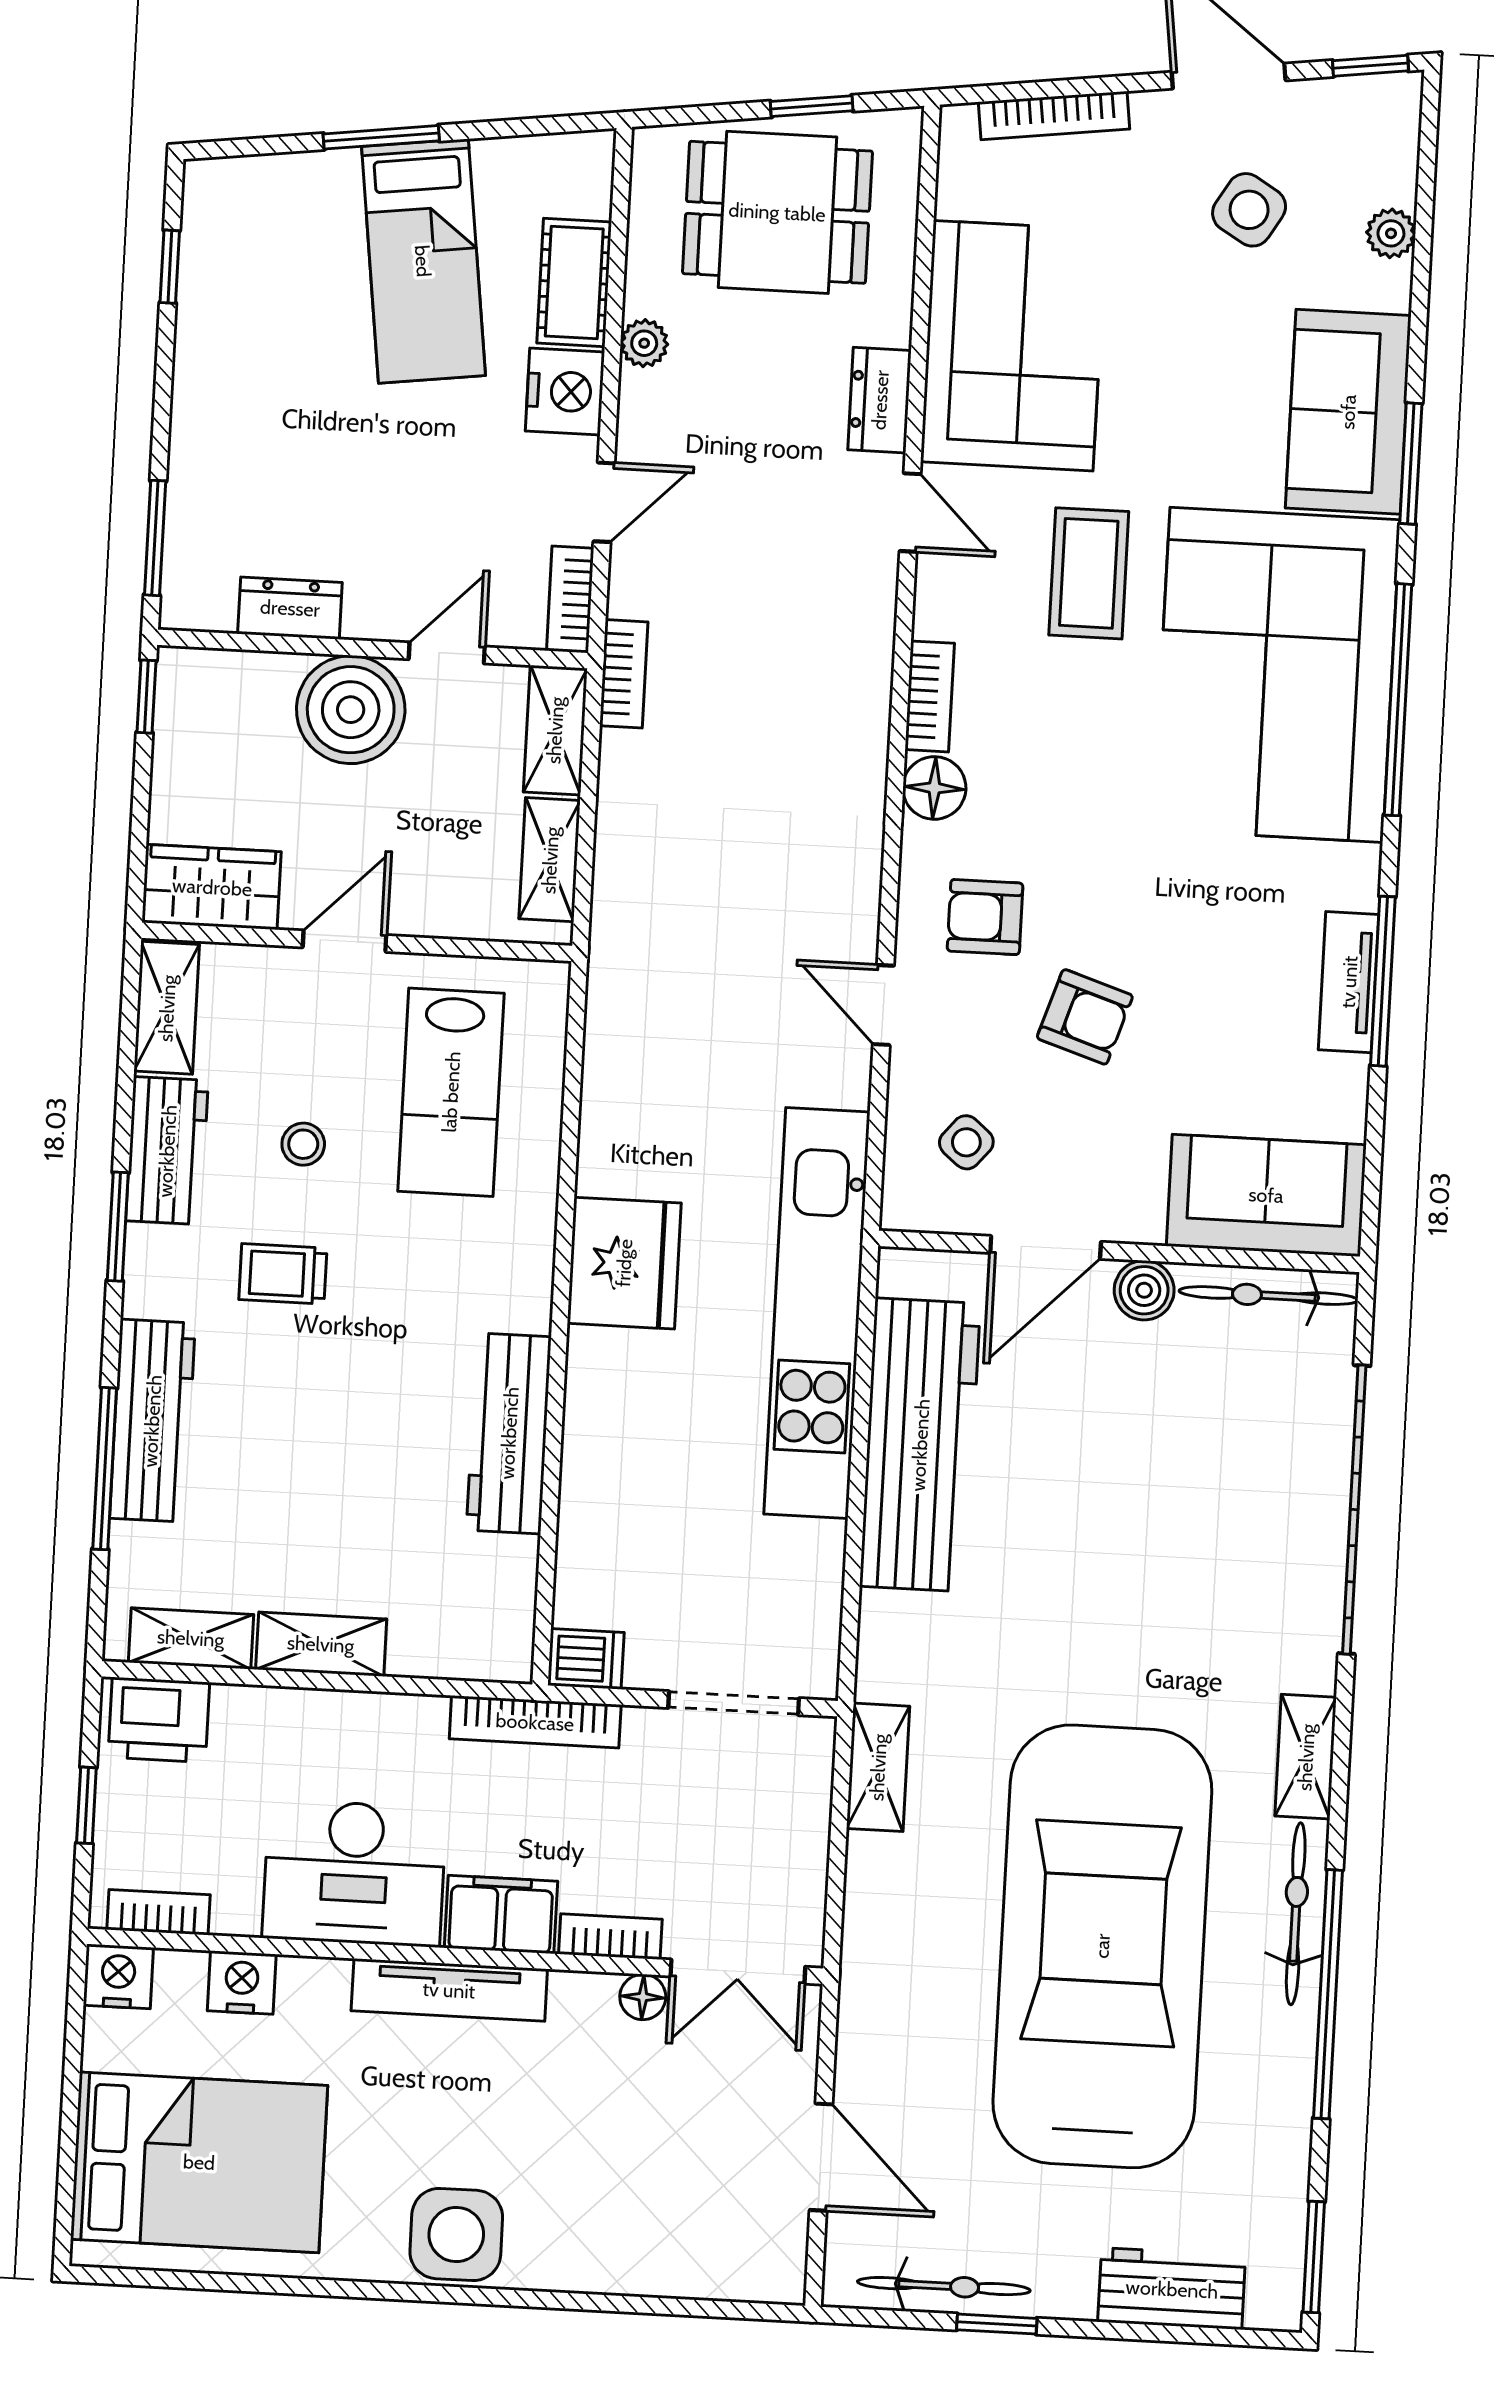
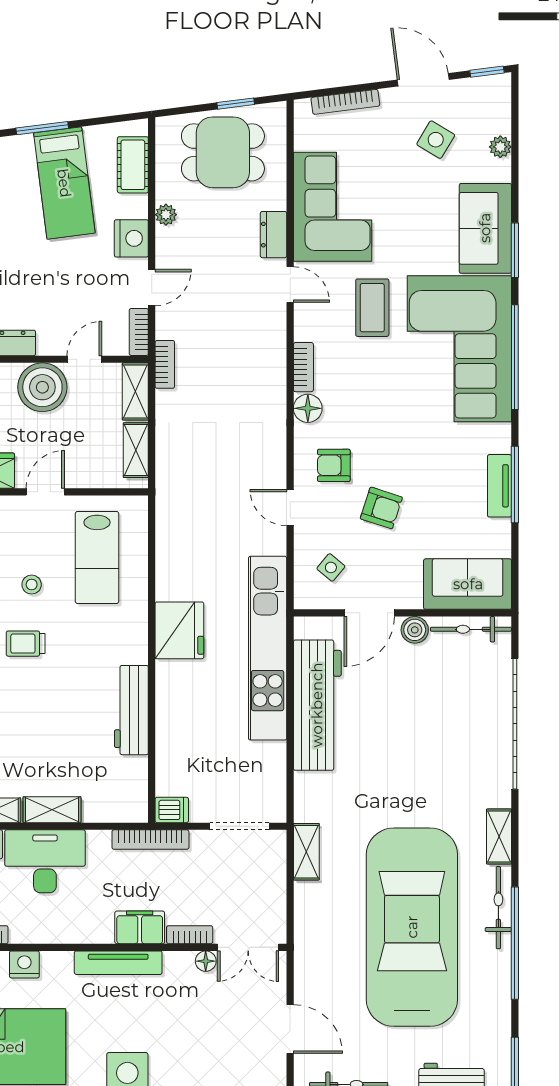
cot: (574, 283) -> (133, 165), moved
desk: (354, 1873) -> (45, 861), moved, turned 180

